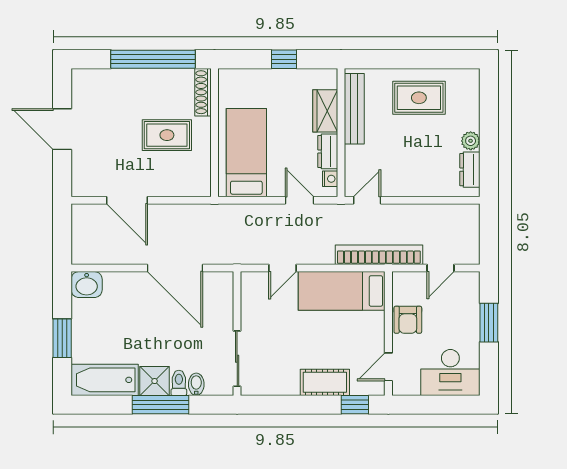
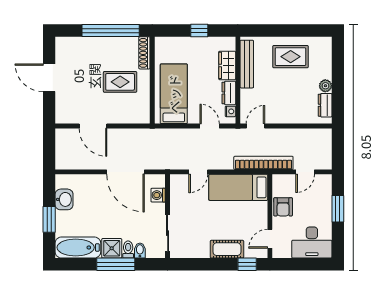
washbasin: (87, 285) -> (64, 199), moved, turned -90
washing machine: (223, 302) -> (158, 195), added

